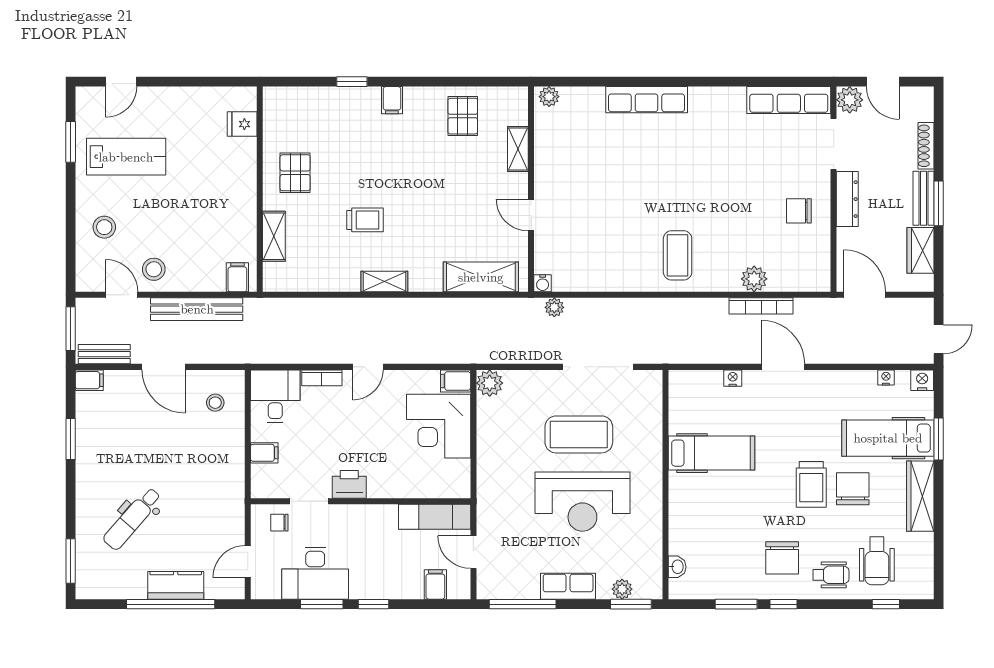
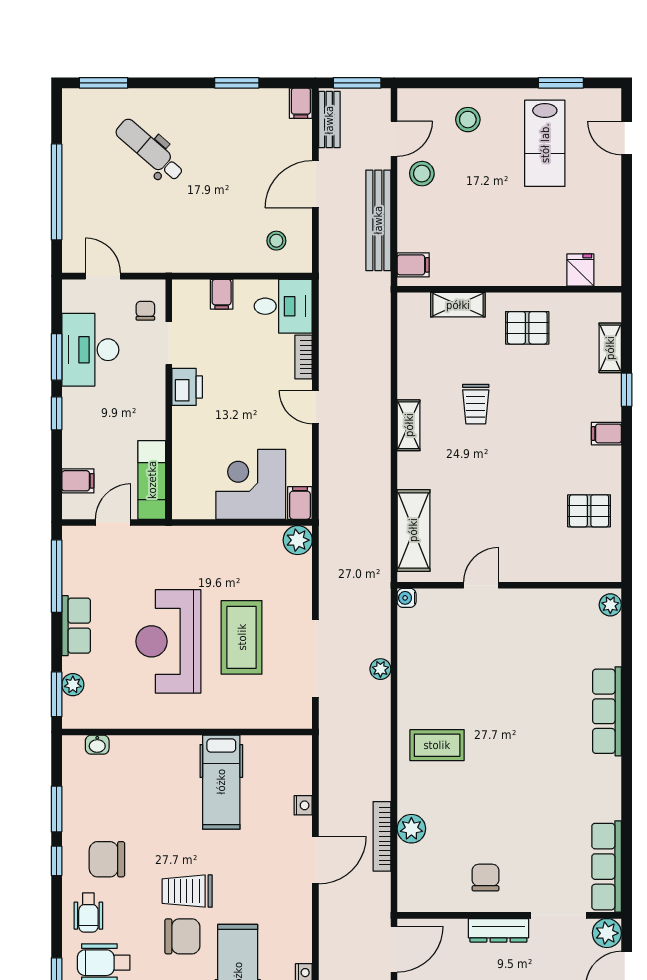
shelving: (518, 149) -> (610, 348), moved, turned 90
plant: (554, 307) -> (380, 669), moved
kitchen counter: (176, 585) -> (77, 198), removed

